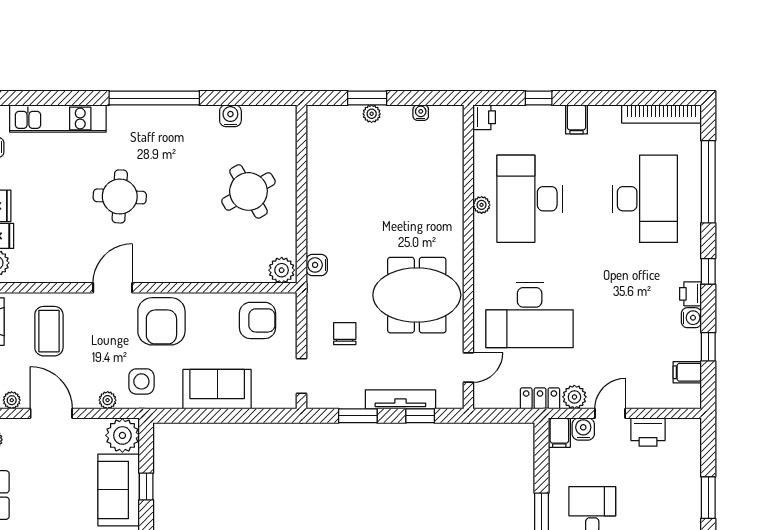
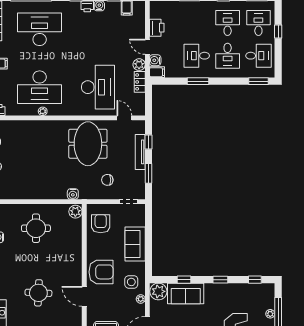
round table: (248, 191) -> (36, 228), turned 30

